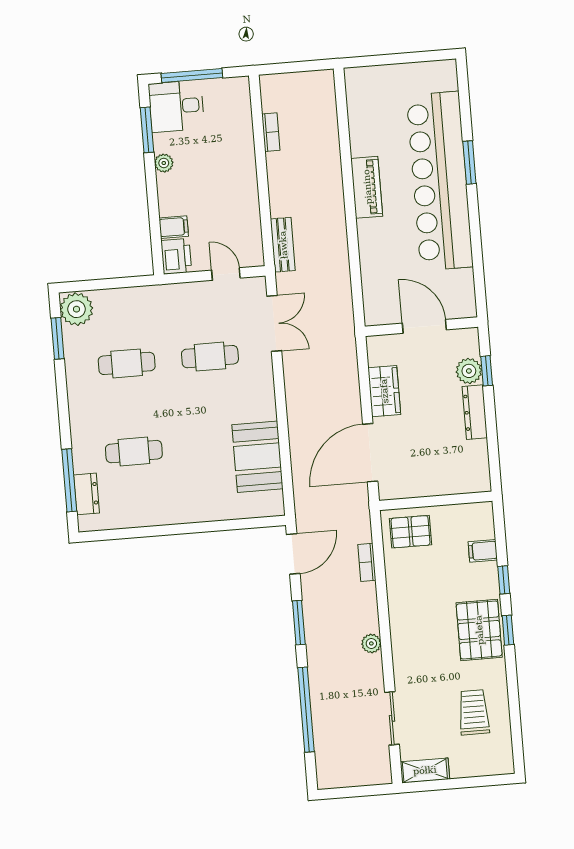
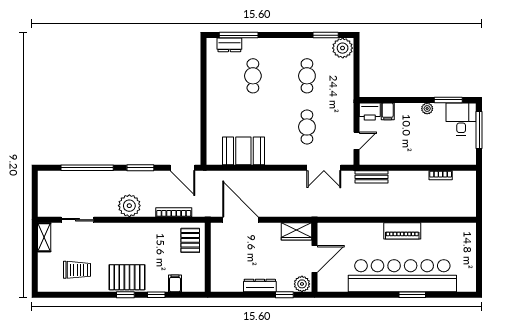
plant: (469, 371) -> (302, 284), moved
wardrobe: (384, 391) -> (297, 231), moved
bookcase: (367, 562) -> (174, 212), width x1.56
plant: (371, 643) -> (129, 206), width x1.88, depth x1.88

